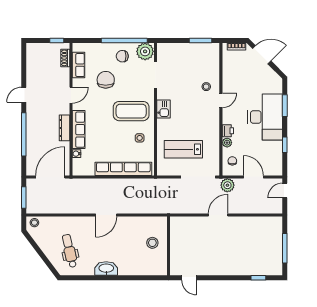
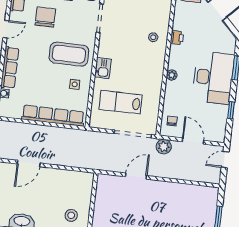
door: (221, 100) -> (167, 54), removed
kitchen sink: (164, 109) -> (103, 68), moved
printer: (228, 131) -> (177, 38), moved
plant: (227, 143) -> (172, 75), moved
door: (218, 215) -> (136, 176), moved
stool: (152, 243) -> (71, 215), moved

